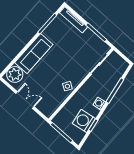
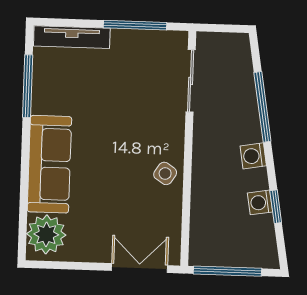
double door: (25, 100) -> (140, 268), moved
washing machine: (84, 121) -> (260, 202), width x0.53, depth x0.53

